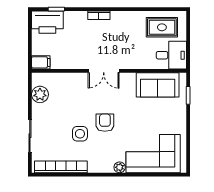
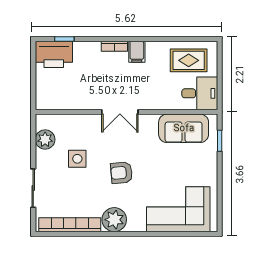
filing cabinet: (41, 62) -> (137, 52), moved, turned 90
armchair: (105, 123) -> (122, 173), turned -95
side table: (80, 134) -> (77, 159), moved
plant: (120, 167) -> (114, 220), moved, width x1.88, depth x1.88

